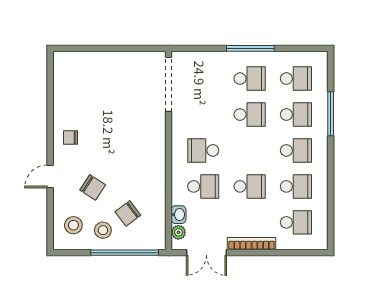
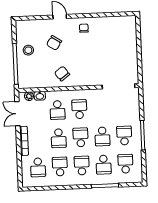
school desk: (250, 79) -> (124, 136), turned 180
school desk: (296, 79) -> (125, 164), turned 180
school desk: (250, 150) -> (81, 137), added
school desk: (296, 150) -> (82, 166), turned 180
school desk: (296, 186) -> (60, 166), turned 180
chair: (128, 213) -> (62, 74), moved
stool: (73, 225) -> (31, 32), removed

